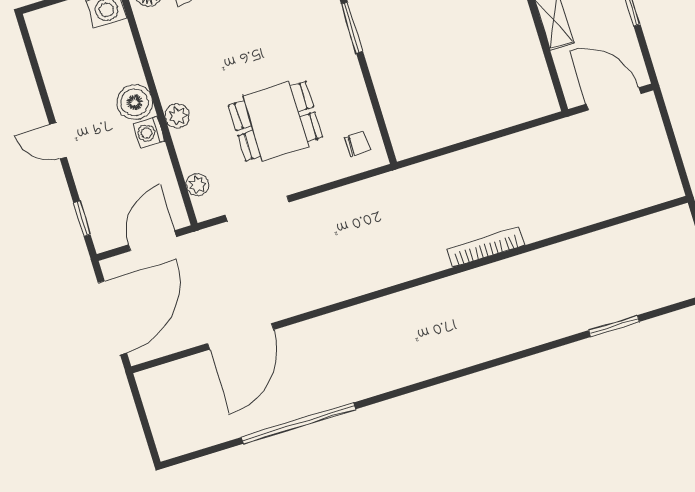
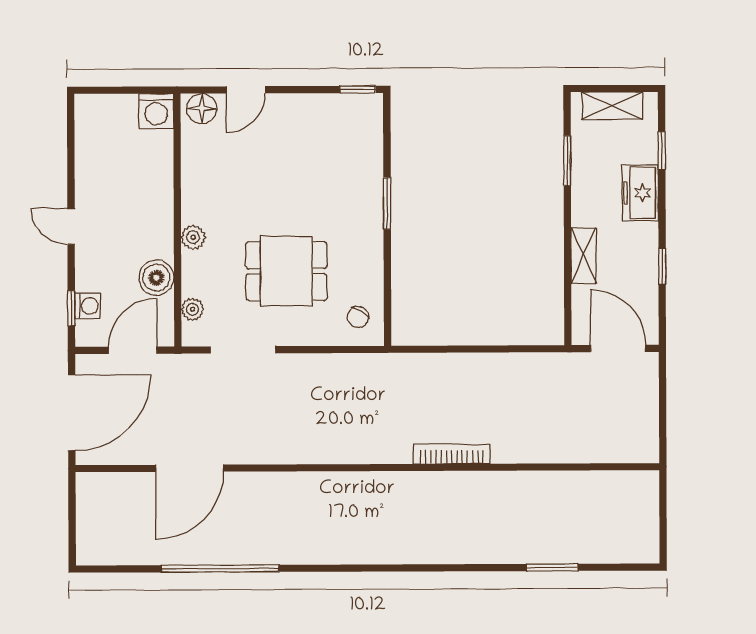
boiler: (135, 102) -> (156, 278), moved
washing machine: (149, 132) -> (88, 306), moved, turned 180
chair: (357, 144) -> (358, 317), turned 121

